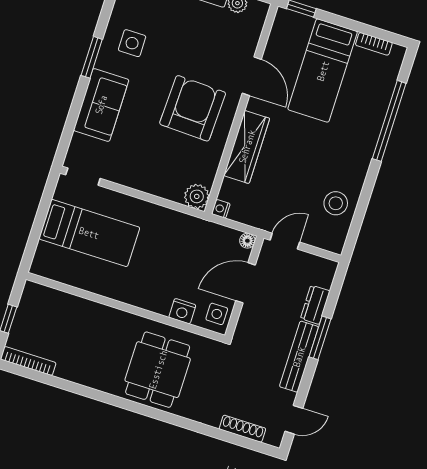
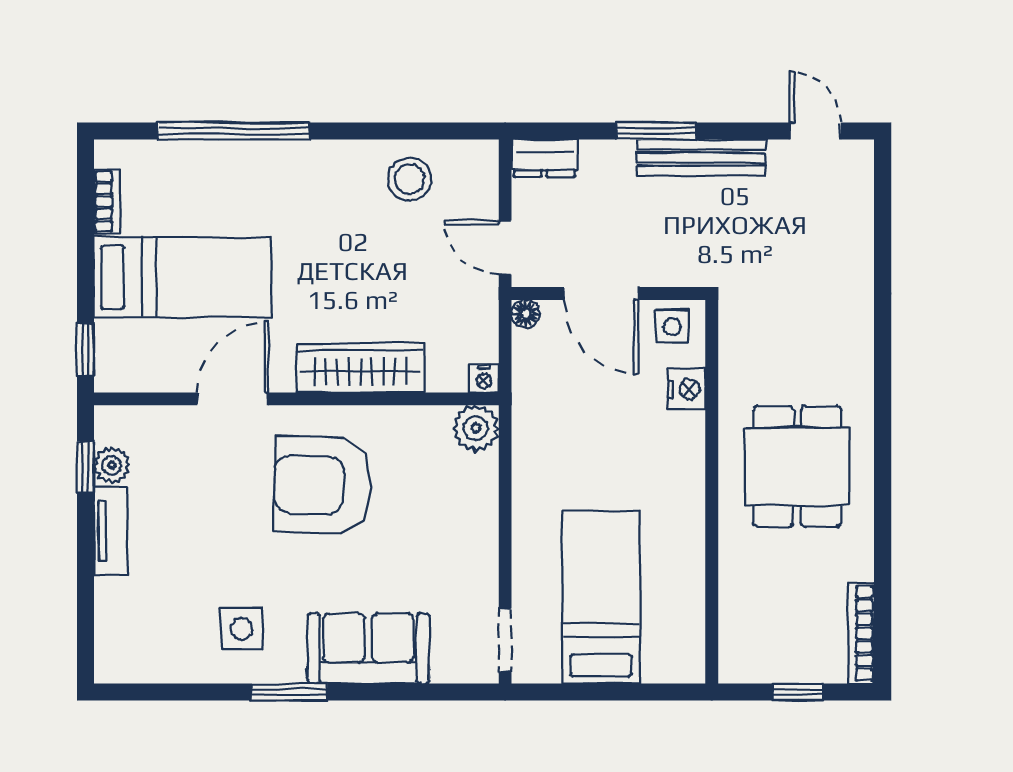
dresser: (315, 305) -> (544, 158), moved
dining table: (158, 370) -> (797, 466), moved, turned 90
shoe rack: (242, 429) -> (860, 217), removed

